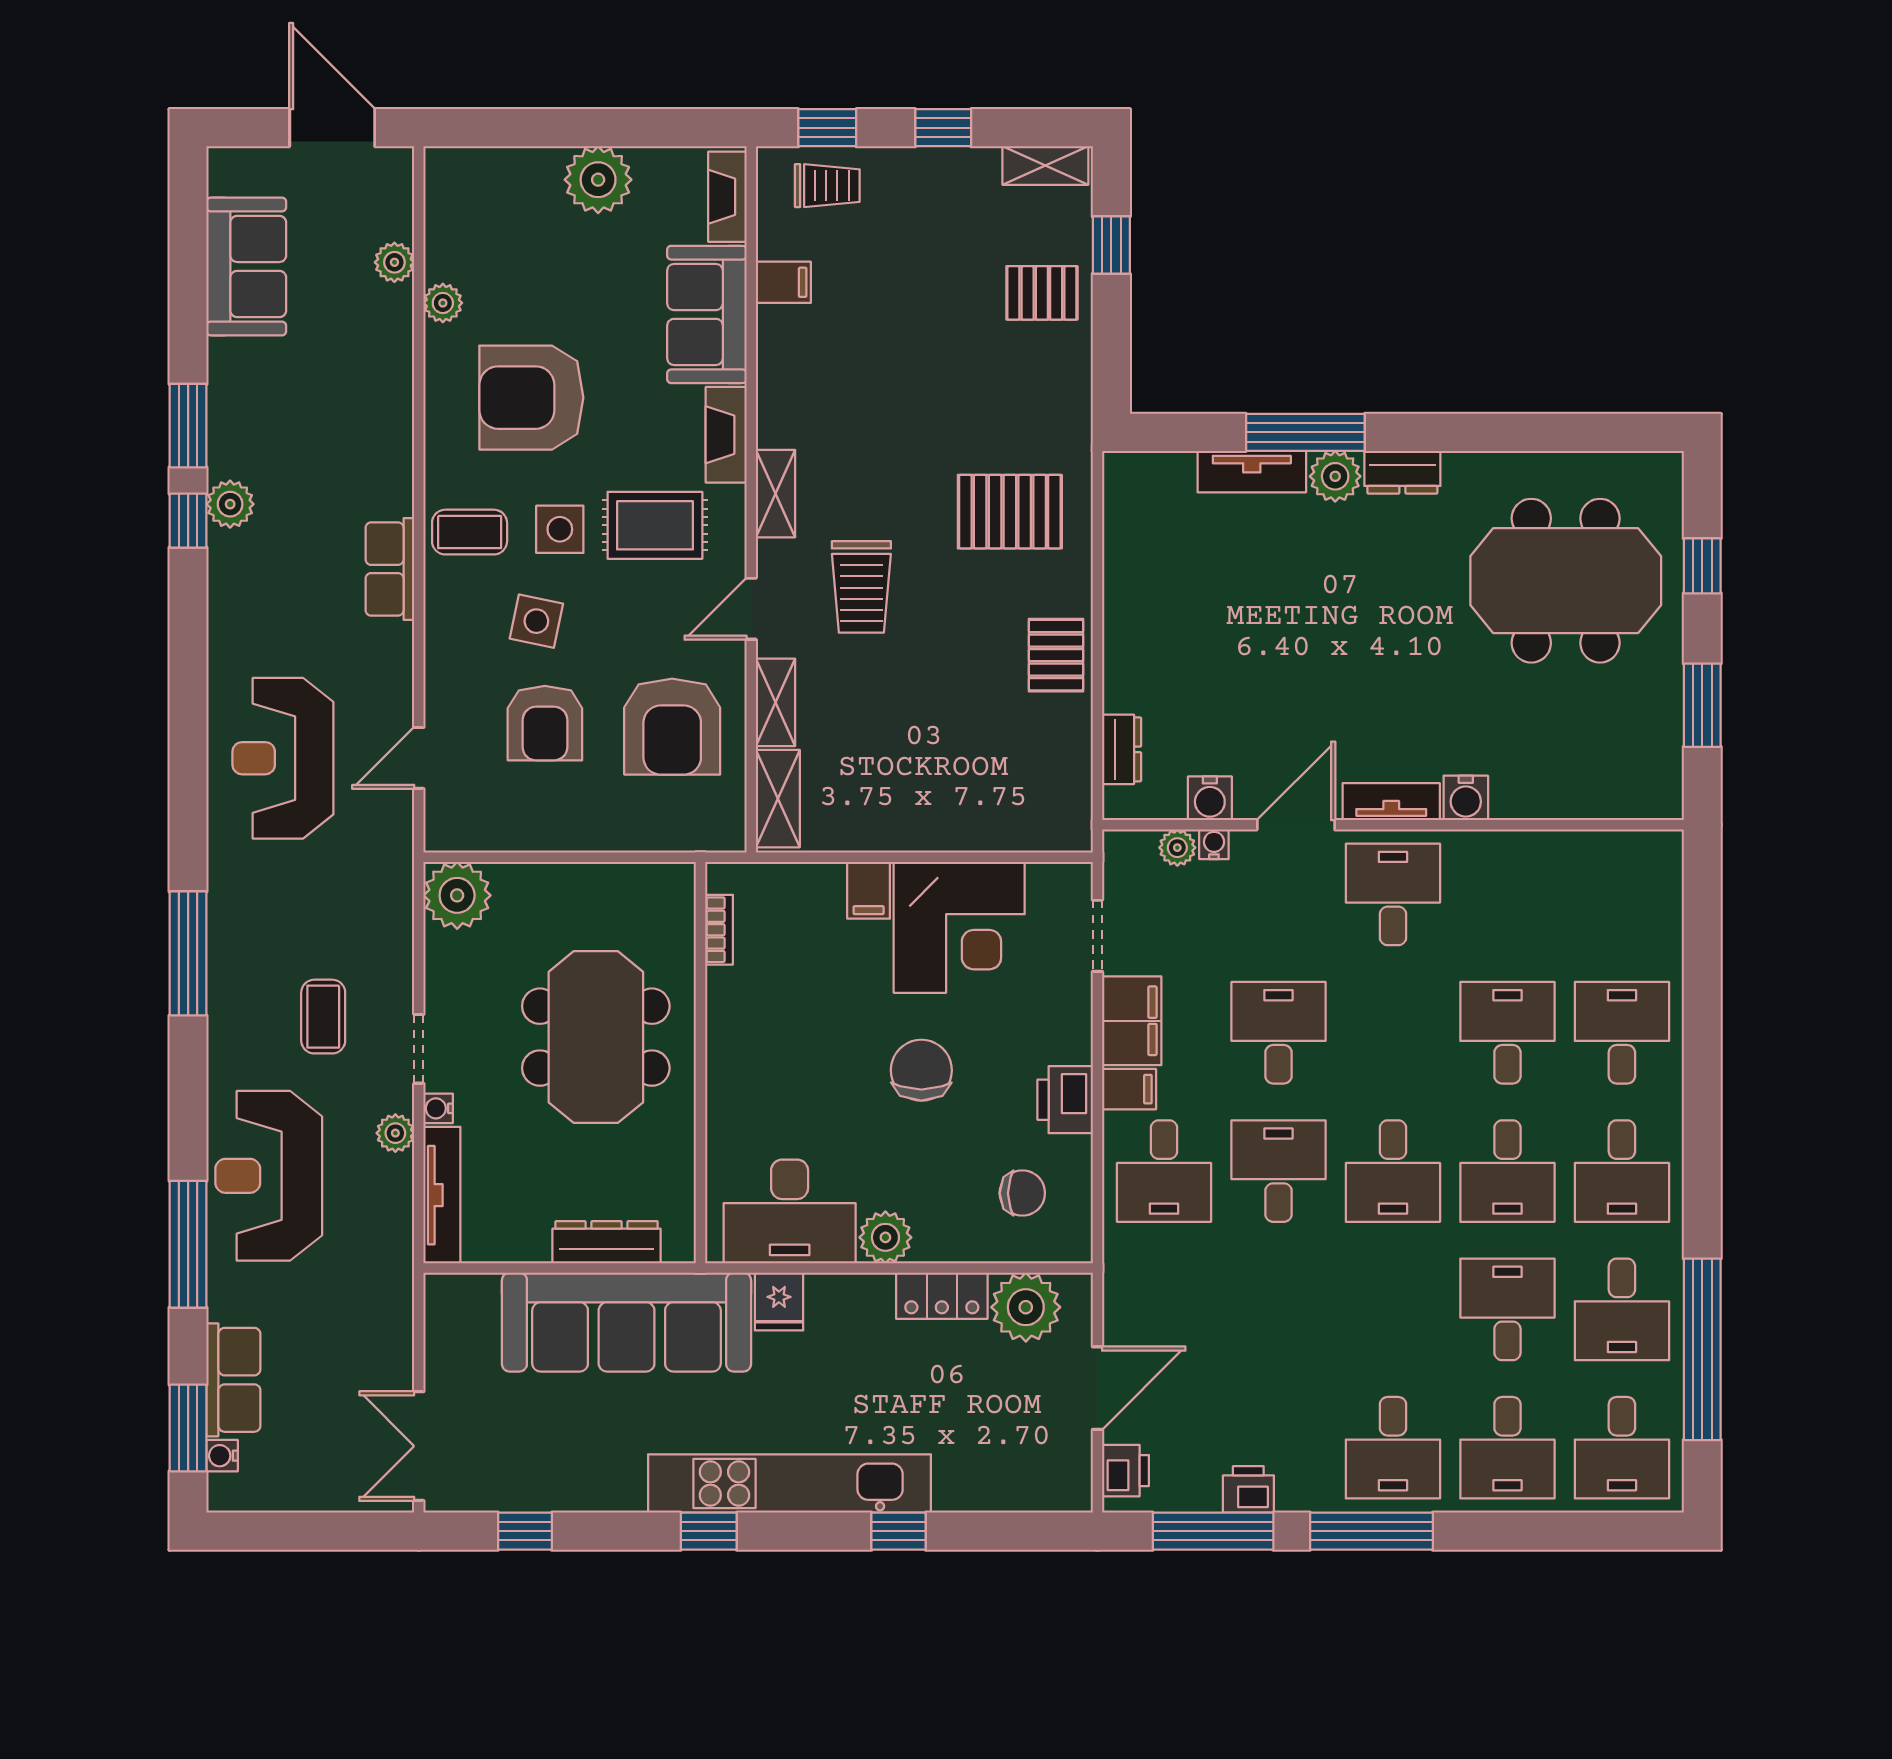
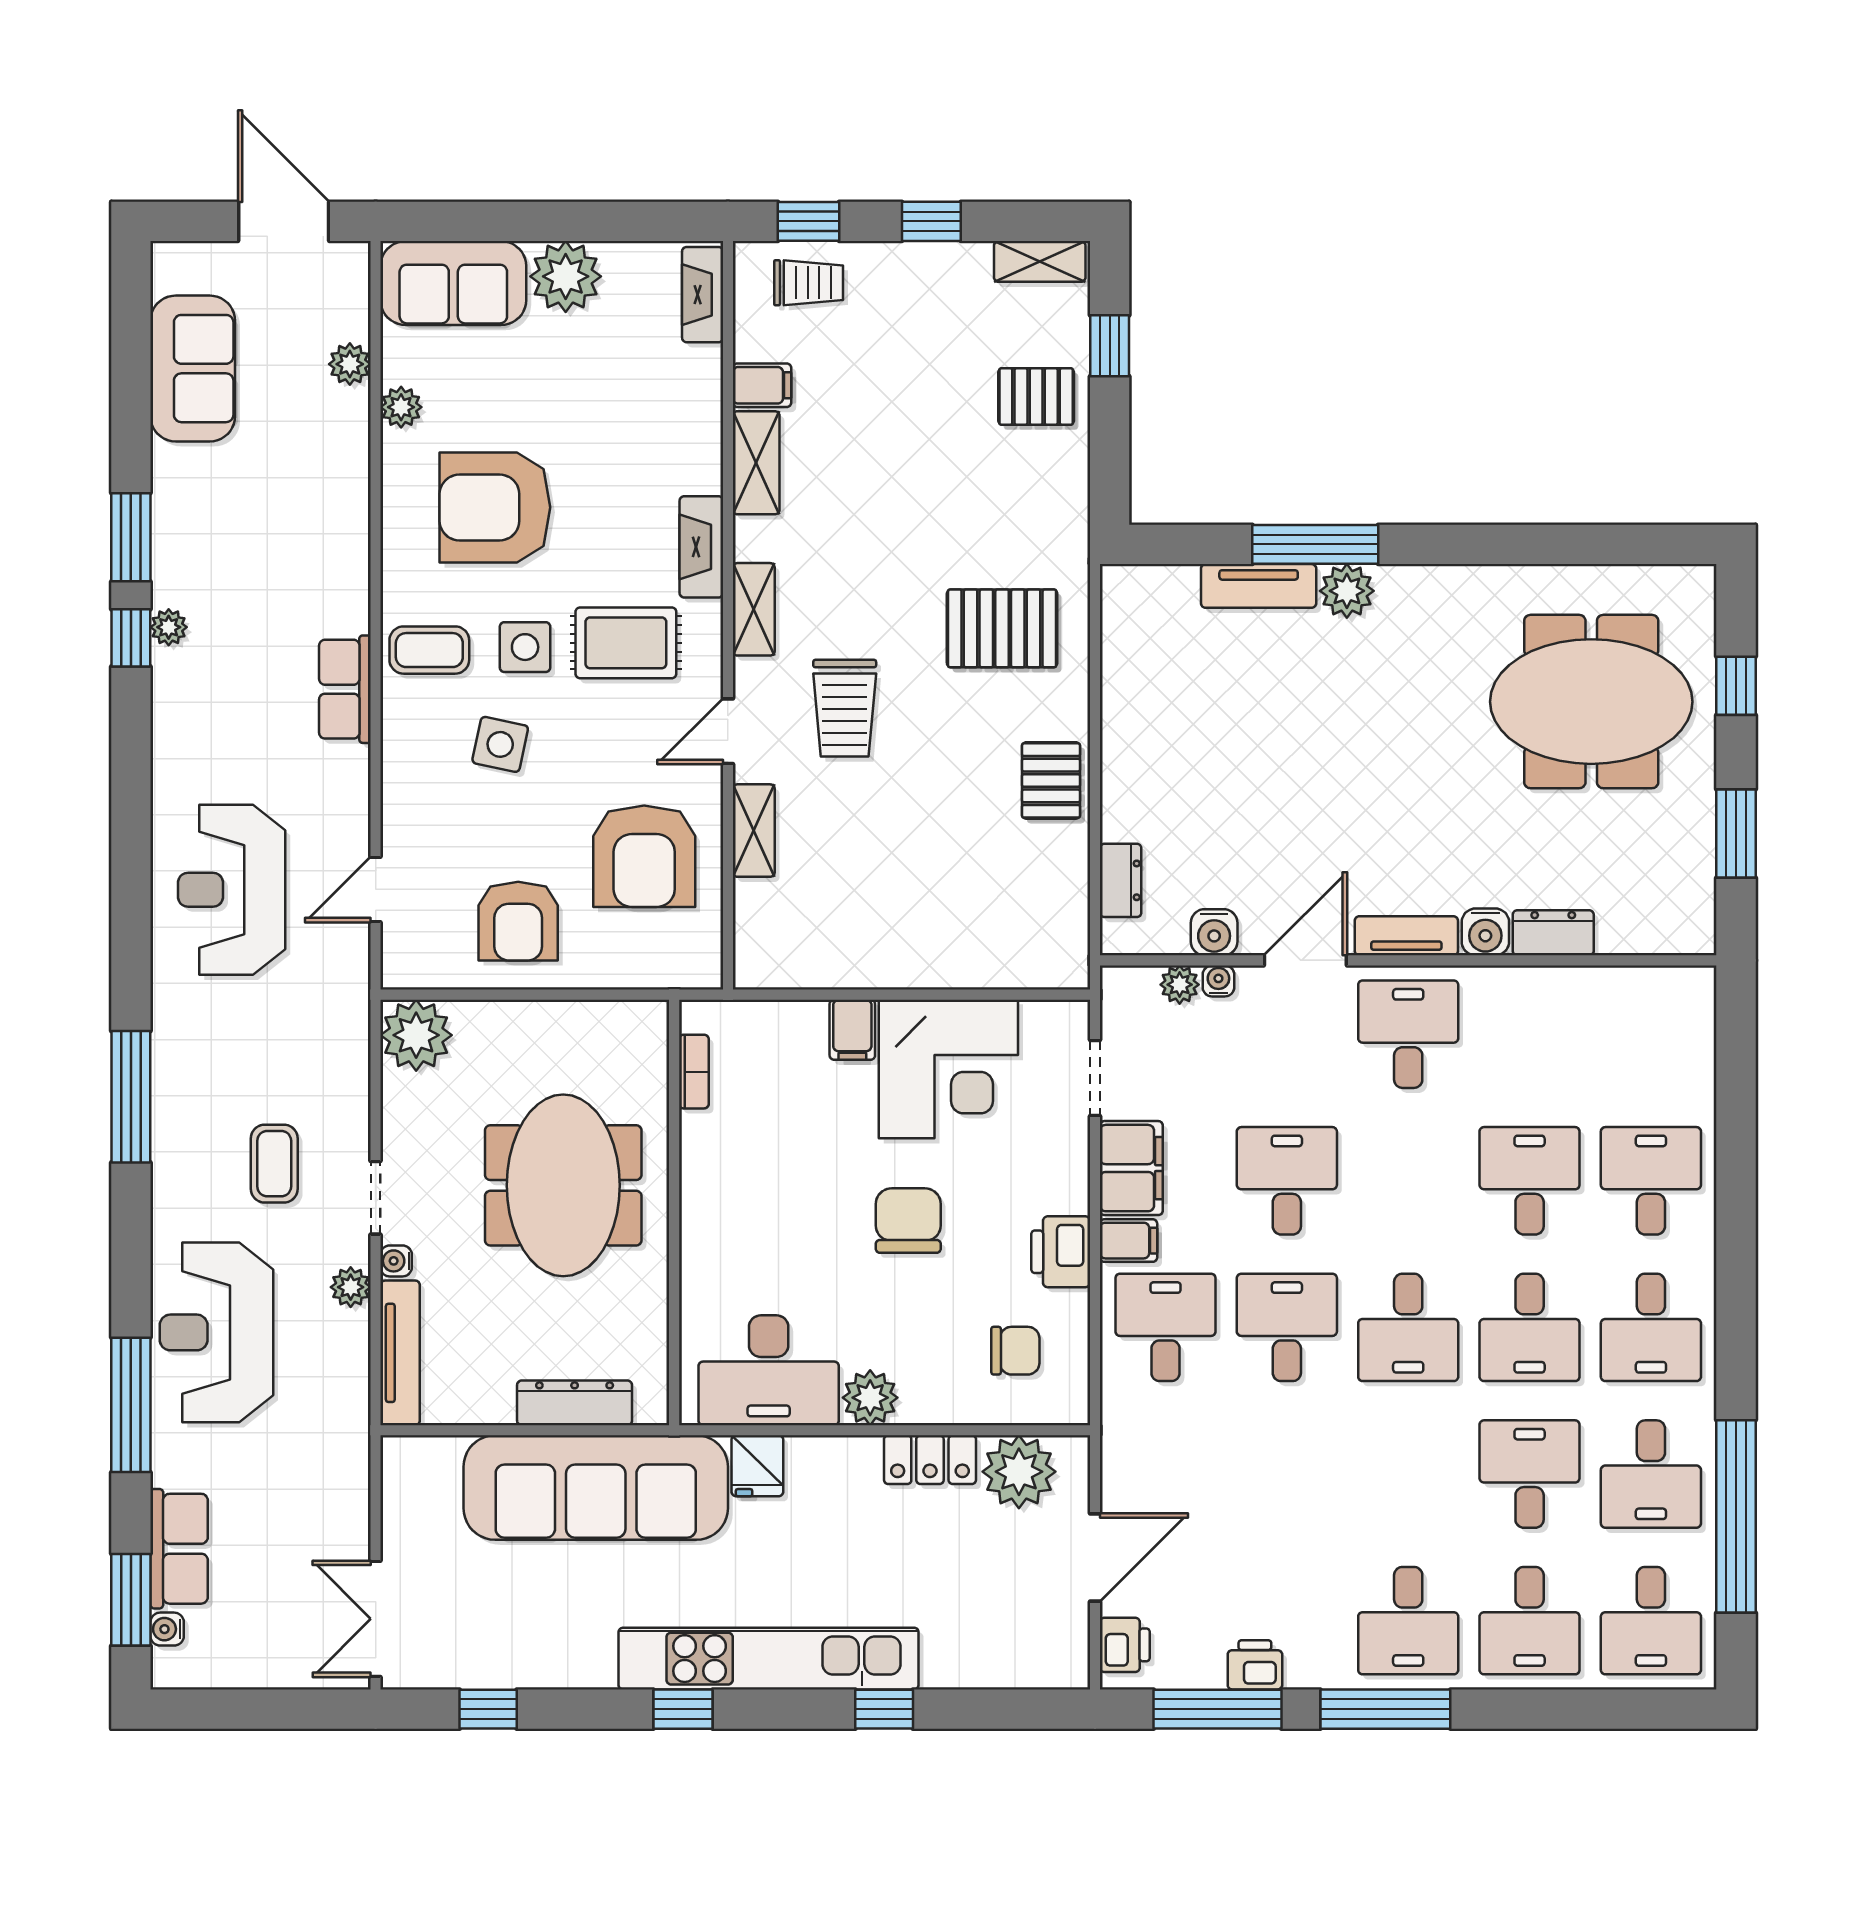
sofa: (707, 314) -> (453, 283), moved, turned -90
dresser: (1402, 472) -> (1553, 933), moved, turned 180
plant: (230, 504) -> (169, 627), width x0.73, depth x0.73
armchair: (545, 723) -> (518, 921), moved
shelving: (778, 799) -> (756, 463), moved
desk: (1164, 1171) -> (1165, 1327), turned 180

